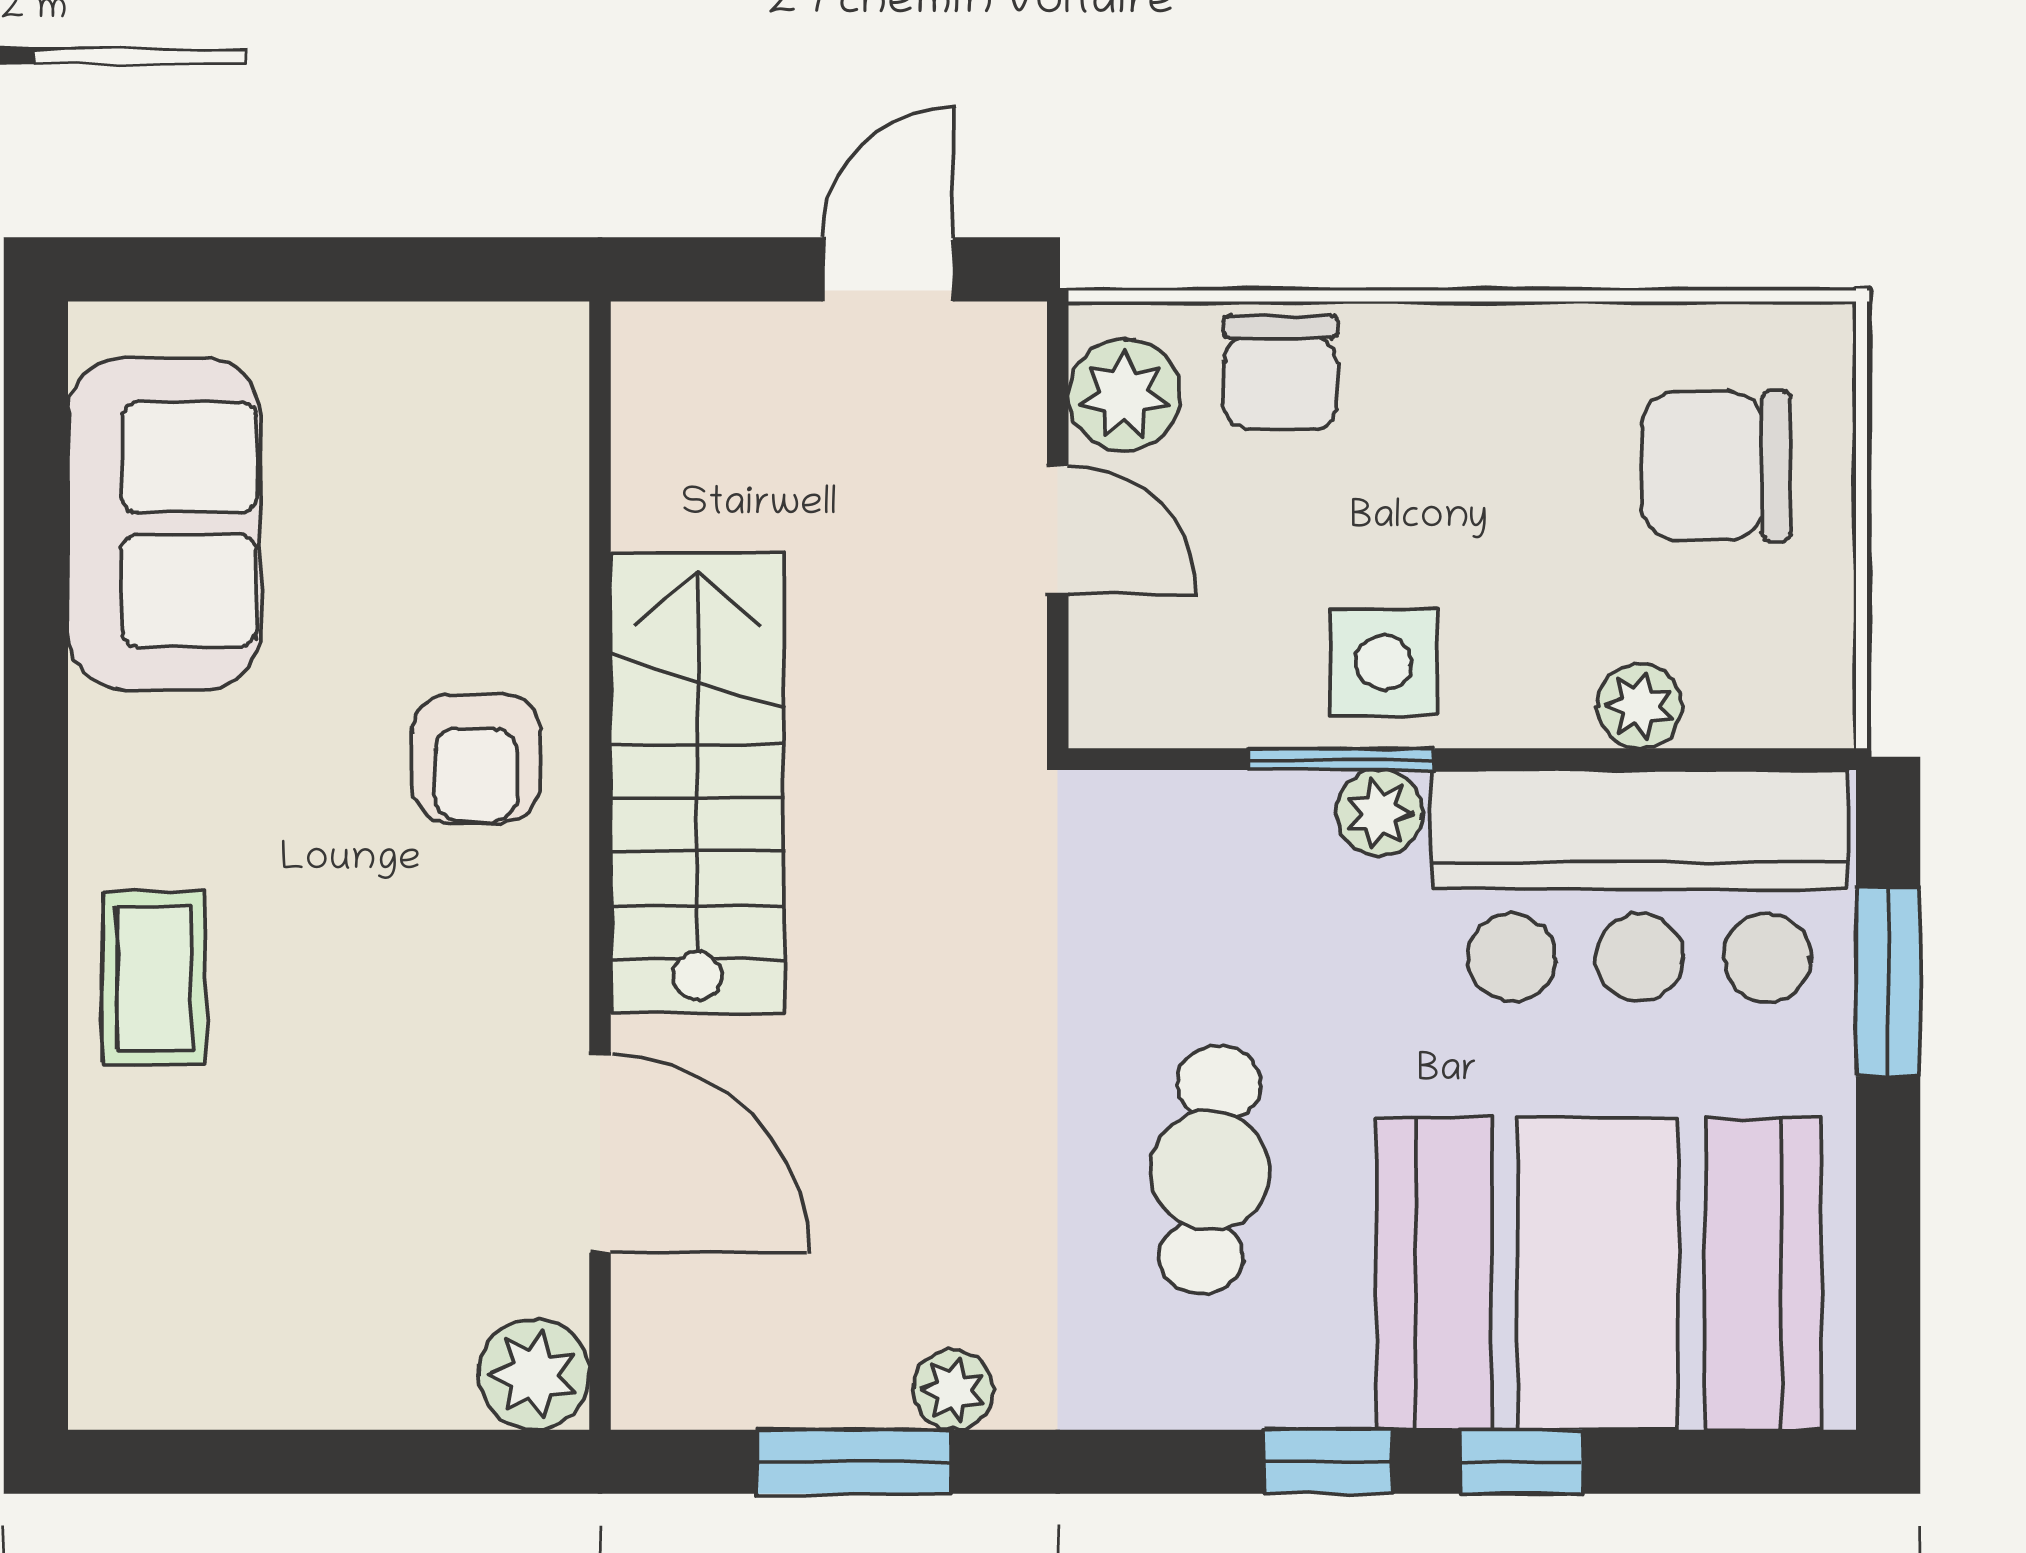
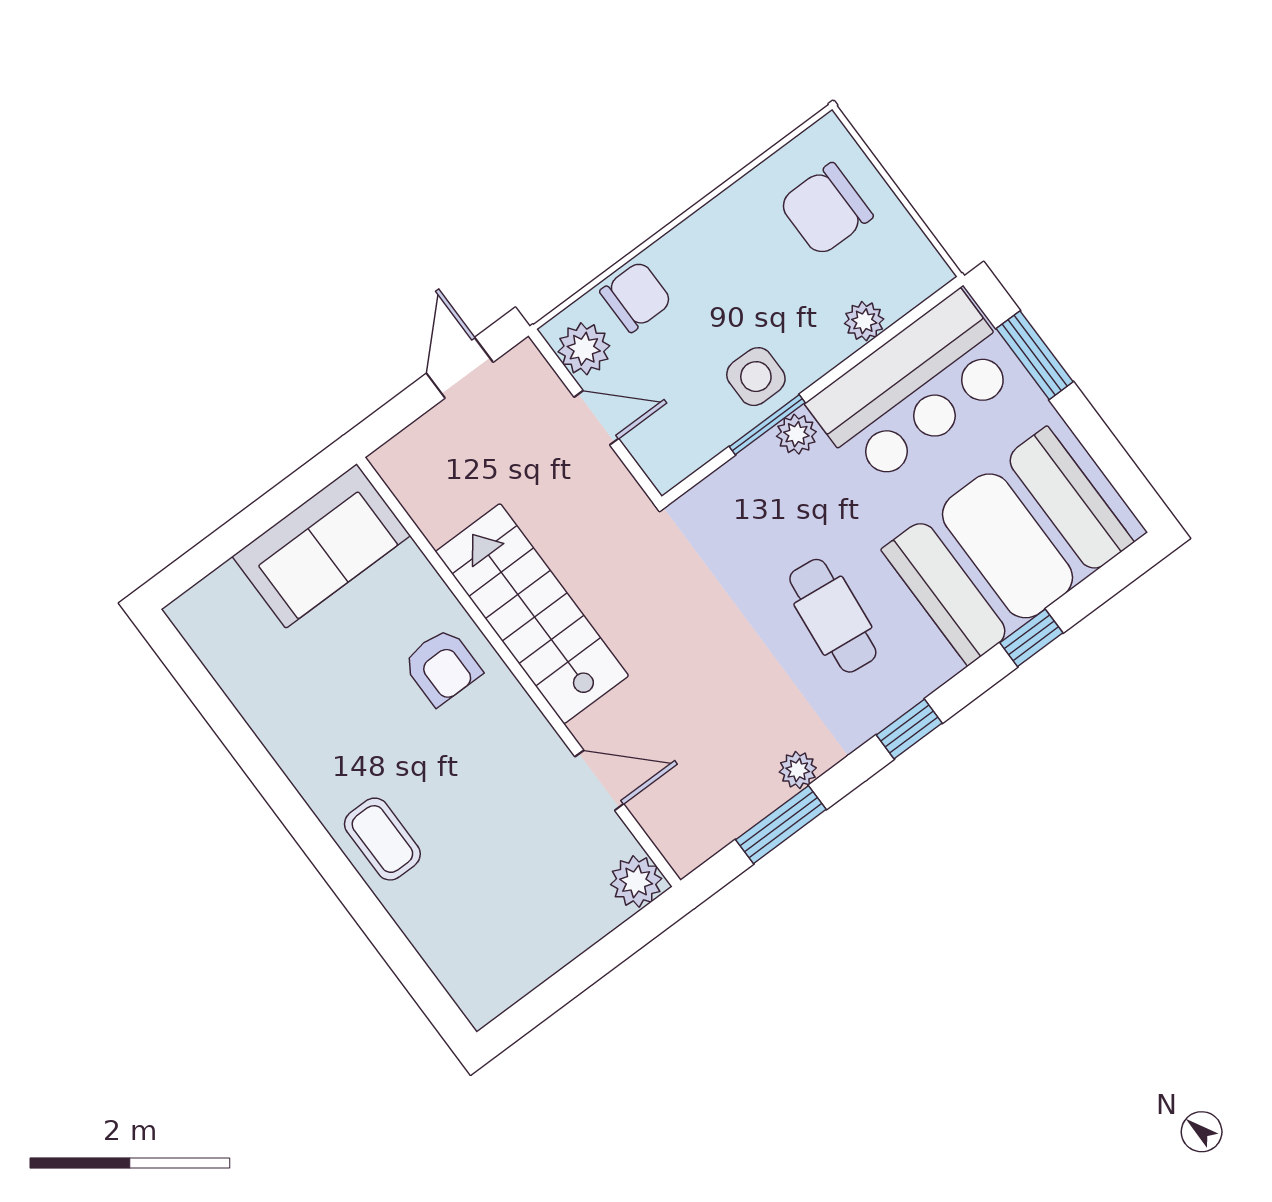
chair: (1281, 372) -> (636, 297), turned -90
sofa: (164, 524) -> (321, 546), moved, turned 90
door: (600, 1154) -> (599, 780), width x0.73
window: (1328, 1462) -> (909, 729), moved

